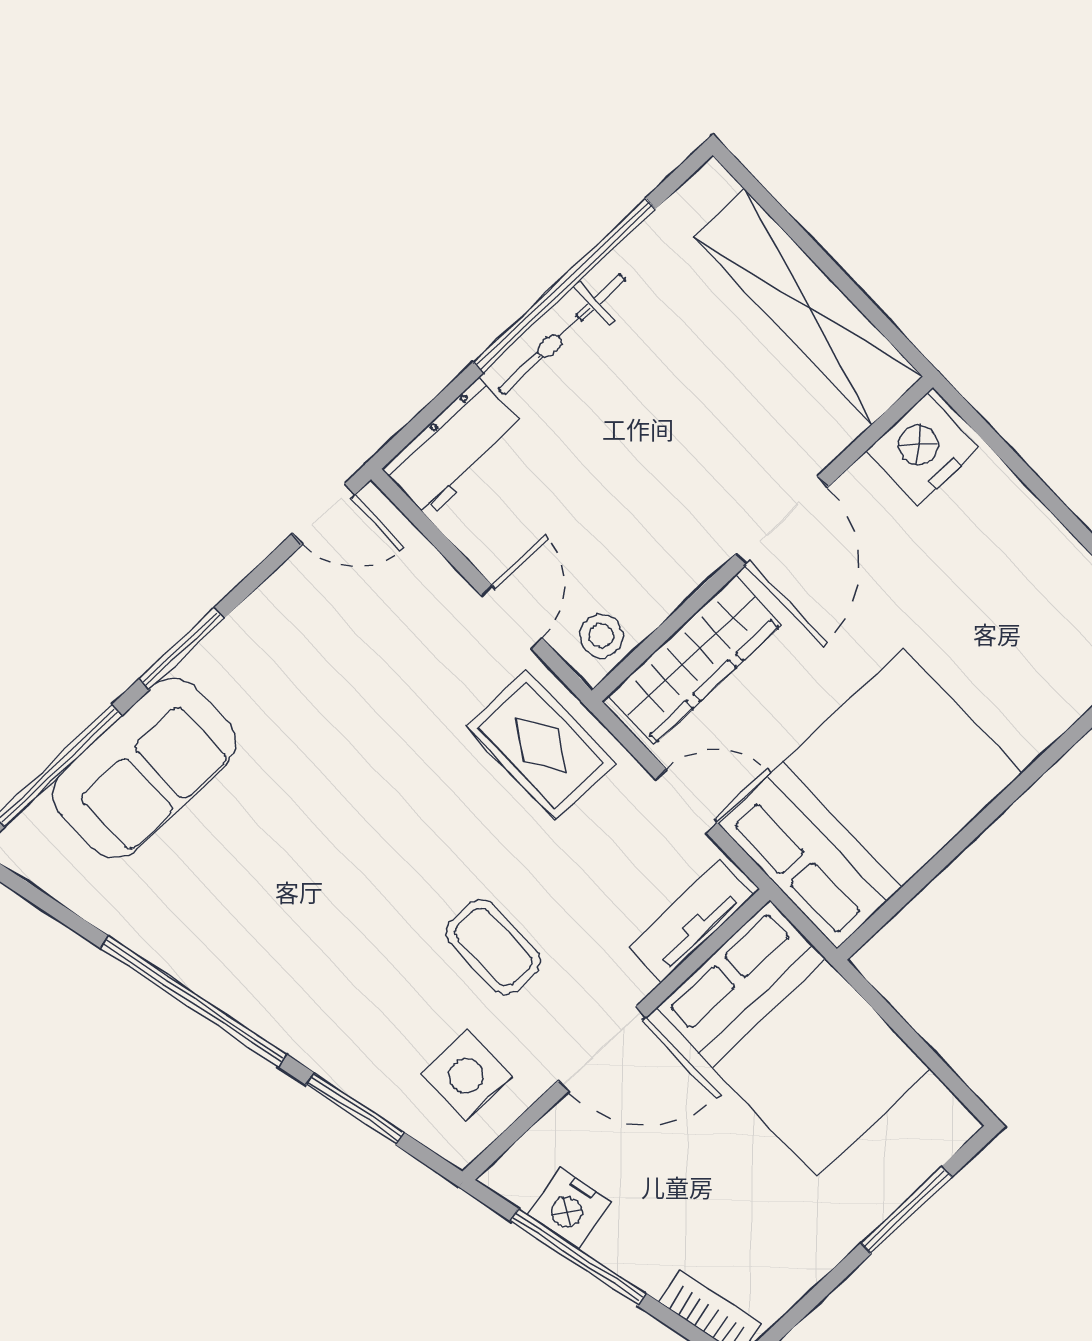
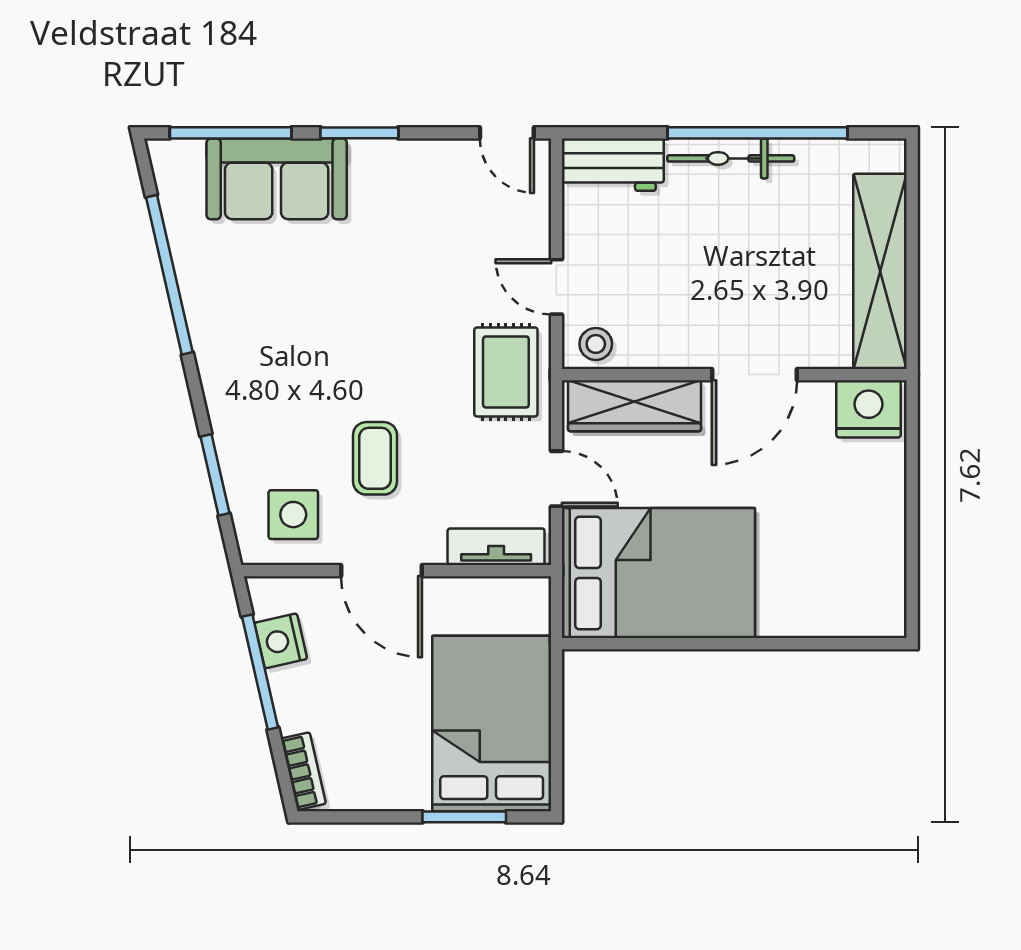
door: (512, 617) -> (556, 287), swing flipped
window: (193, 1001) -> (169, 275), moved
bed: (793, 1038) -> (492, 724), moved, turned 180

